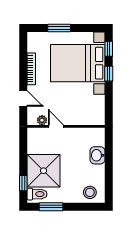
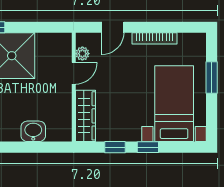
window: (109, 49) -> (115, 147), moved
bed with nightstands: (78, 63) -> (174, 104), width x0.73
wardrobe: (86, 118) -> (85, 116), added

